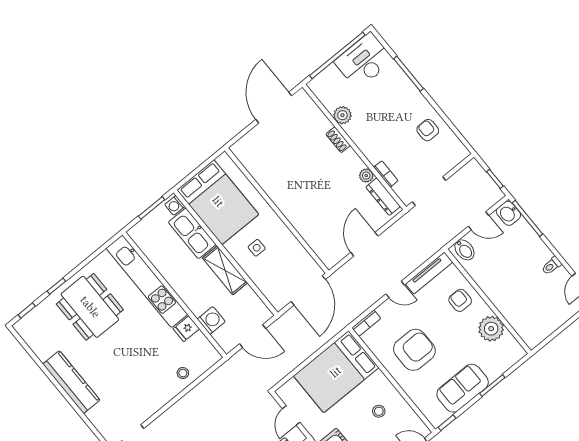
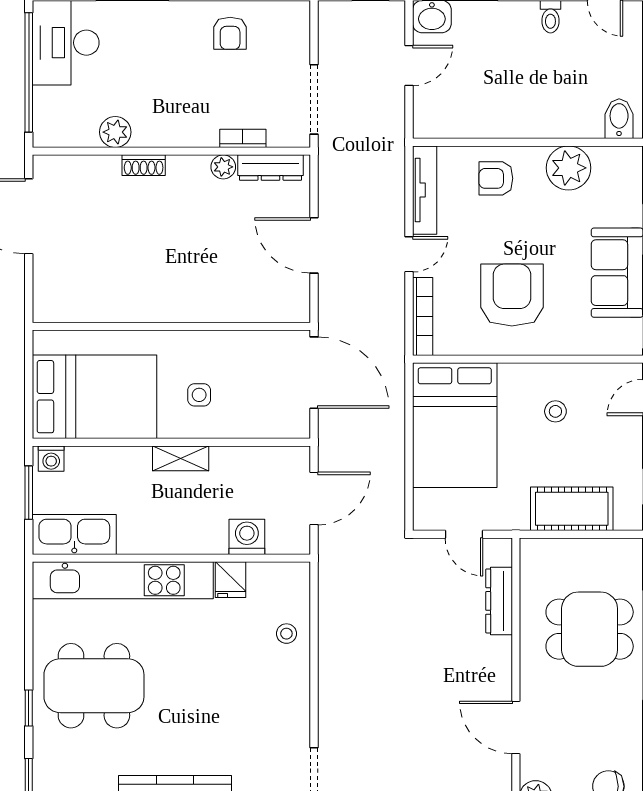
armchair: (428, 130) -> (230, 33), turned -90
kitchen sink: (192, 233) -> (74, 534), moved, turned 180
bidet: (464, 250) -> (619, 119), moved, turned -90
shelving: (225, 270) -> (181, 458), width x0.67, depth x0.75
bookcase: (366, 323) -> (423, 316), width x1.56

